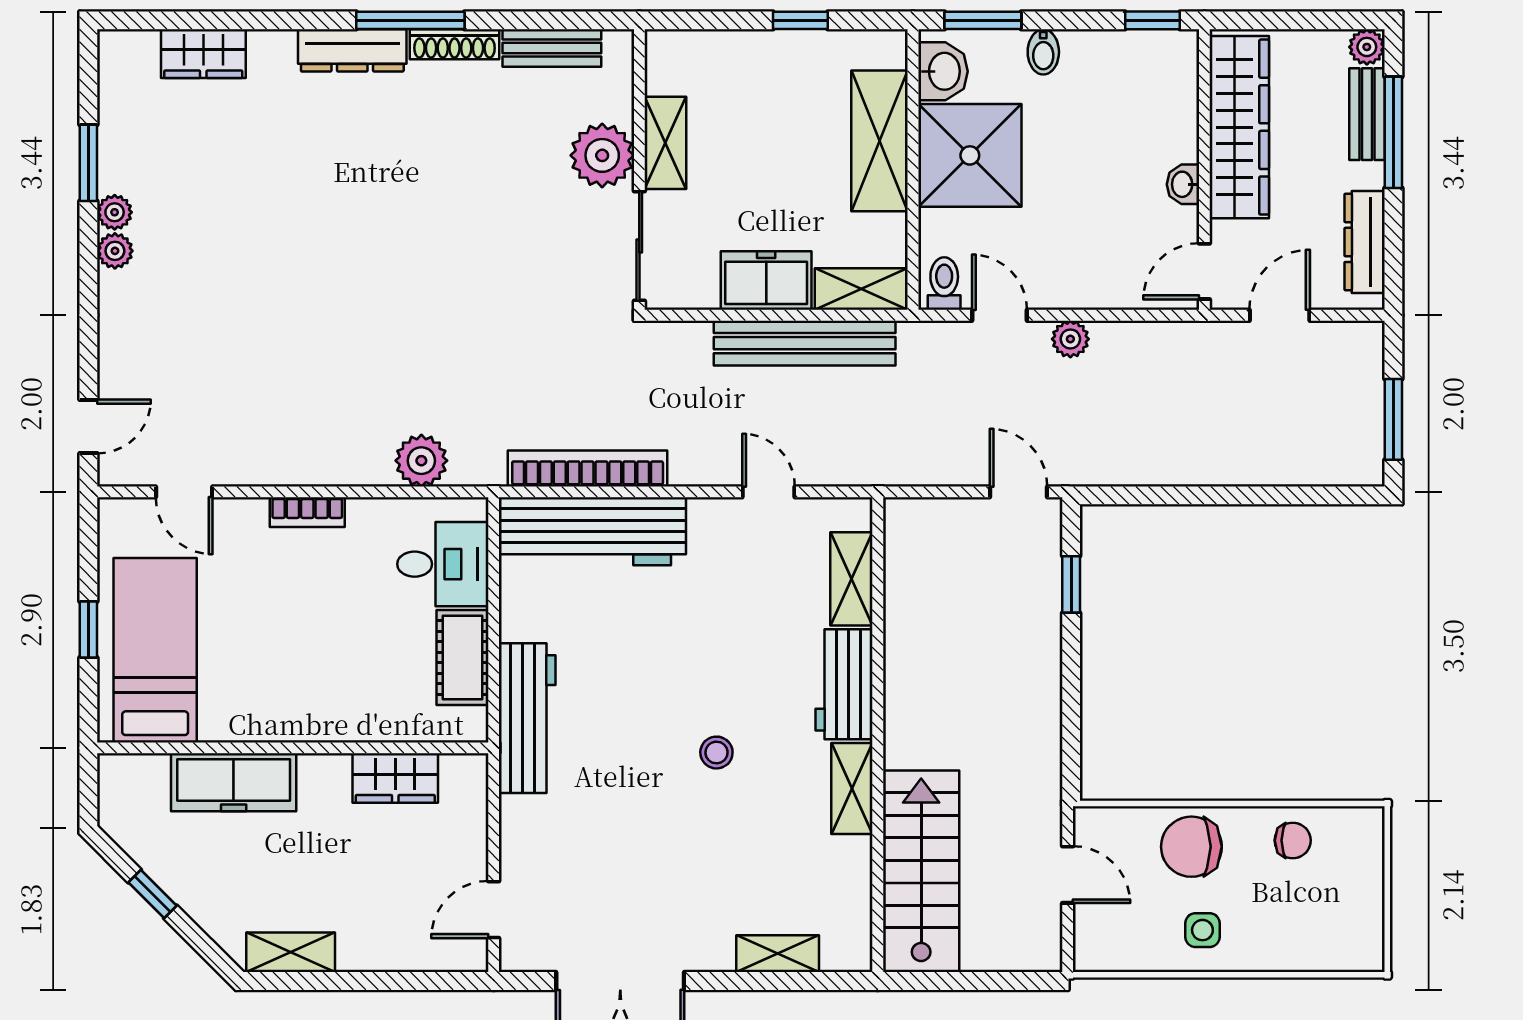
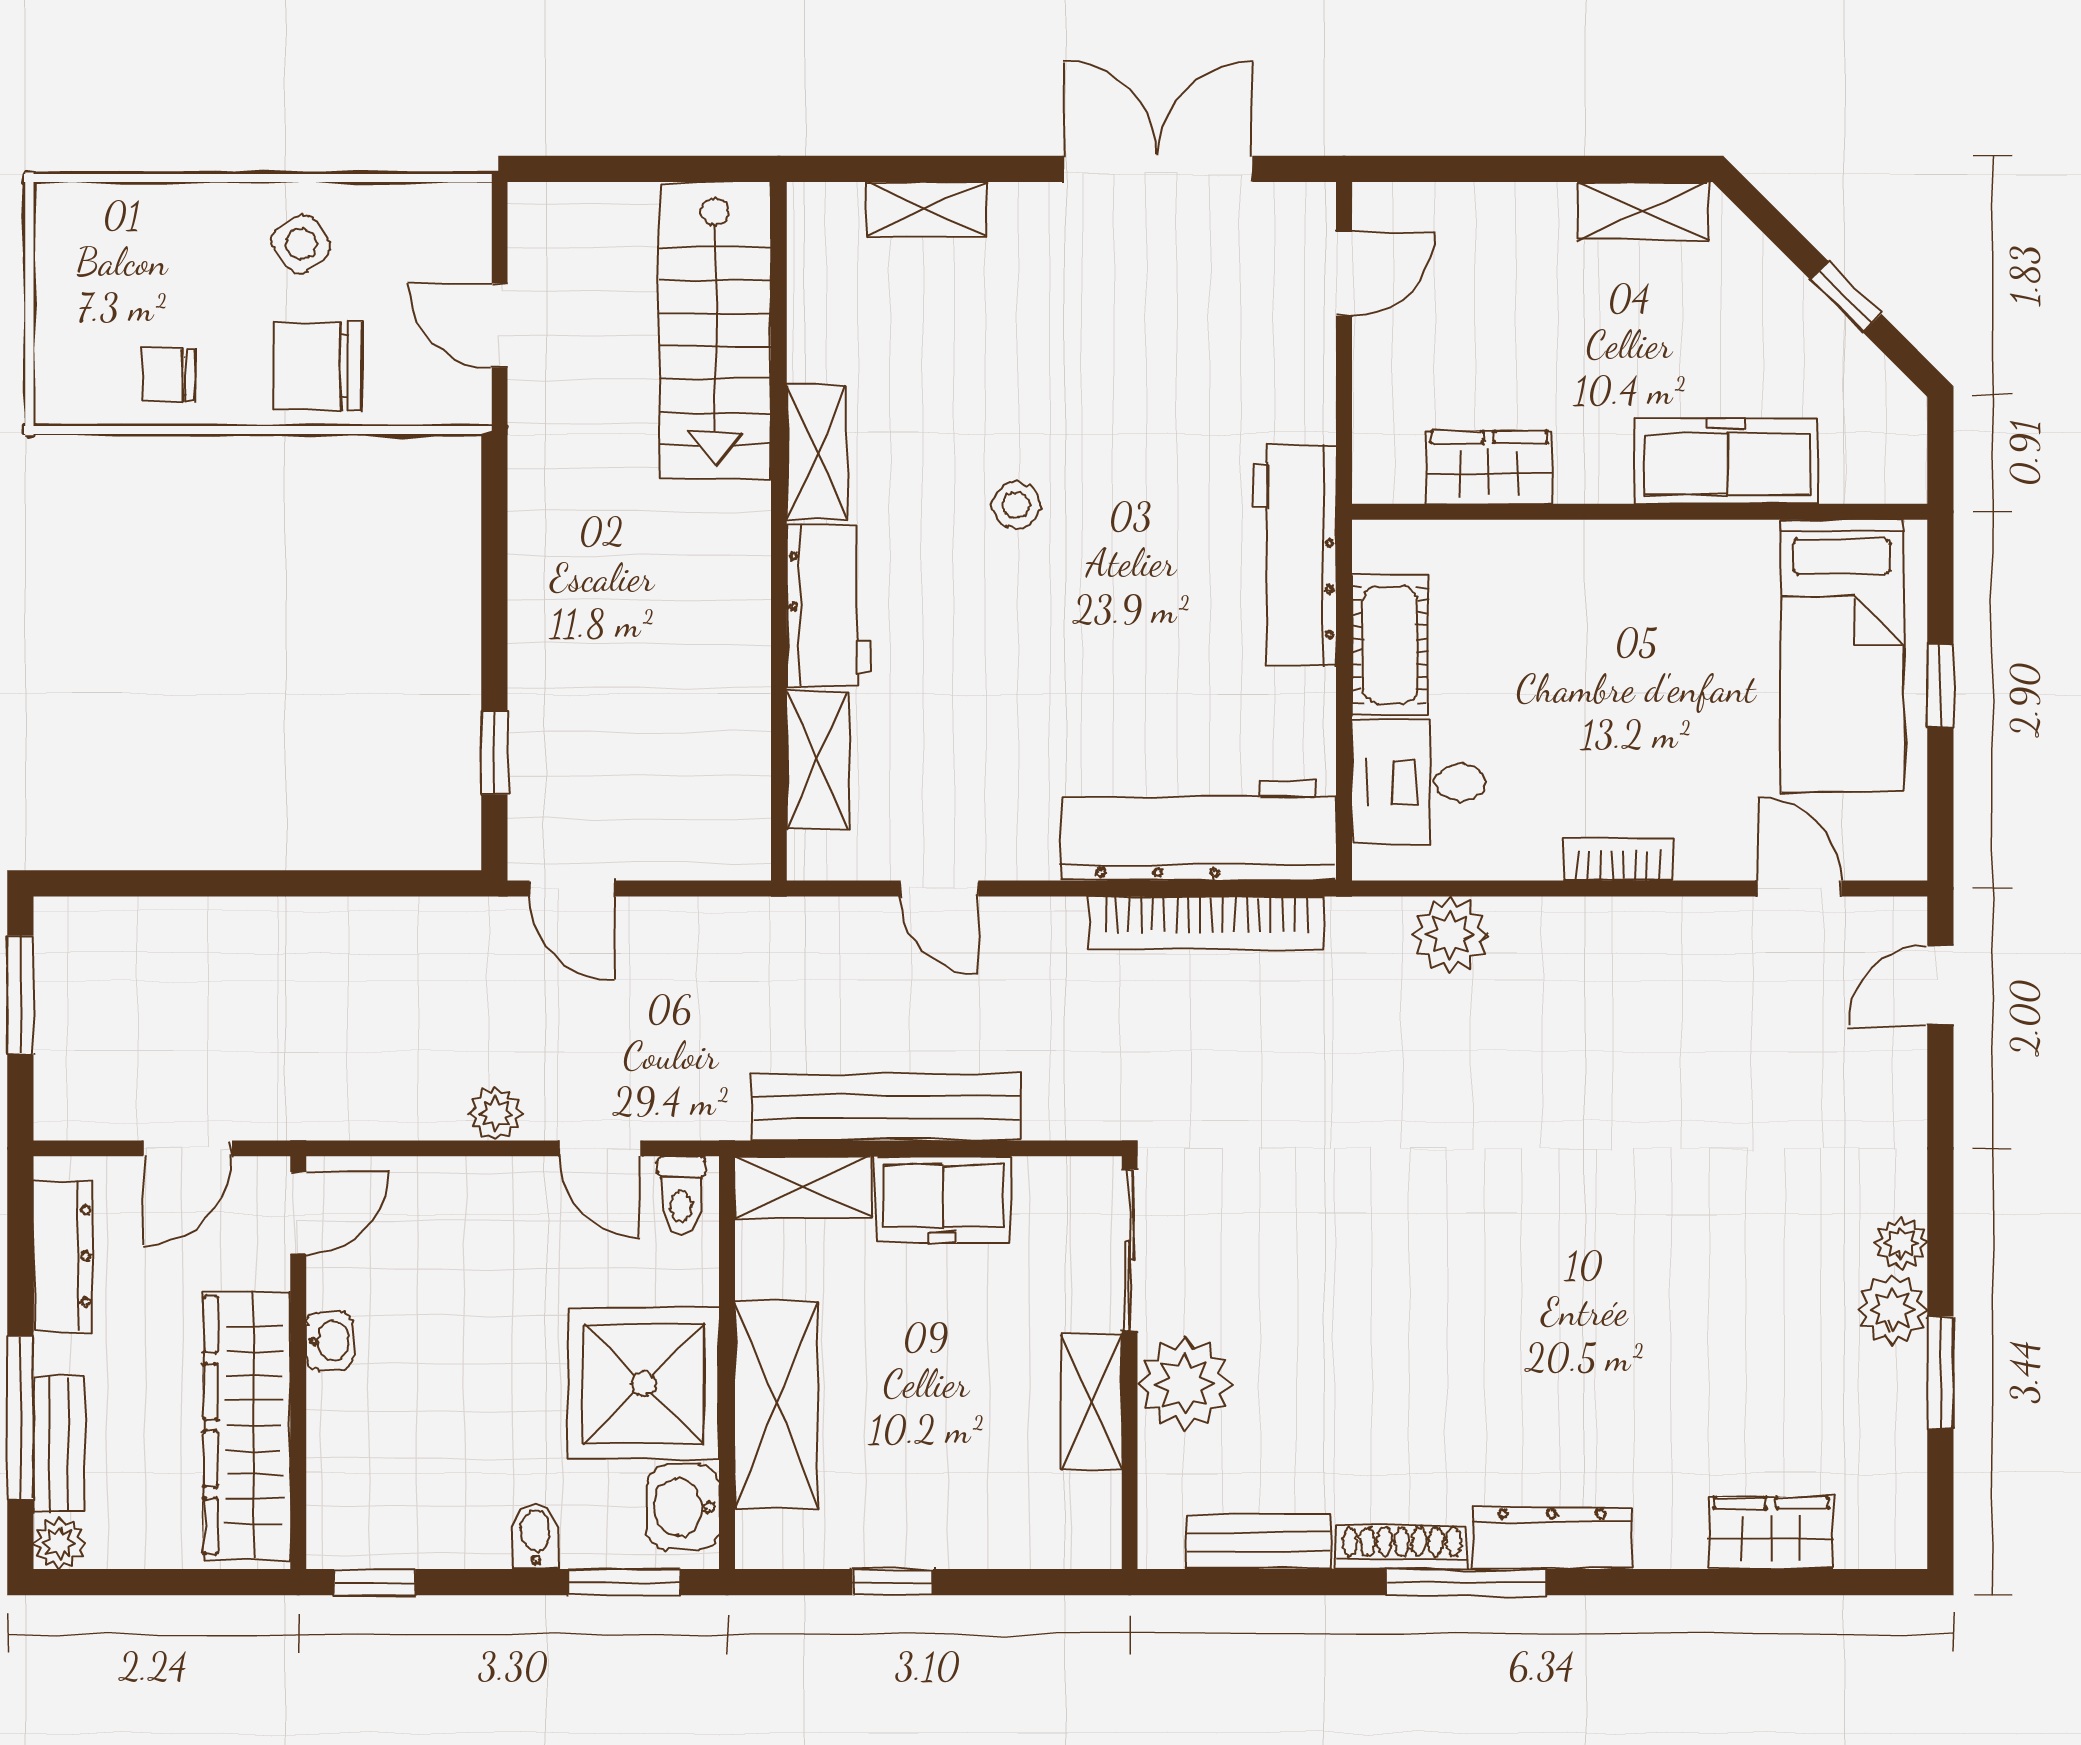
plant: (115, 212) -> (1892, 1310), width x1.38, depth x1.38
chair: (1191, 847) -> (317, 366), turned 180
side table: (1202, 930) -> (301, 244), turned -35

